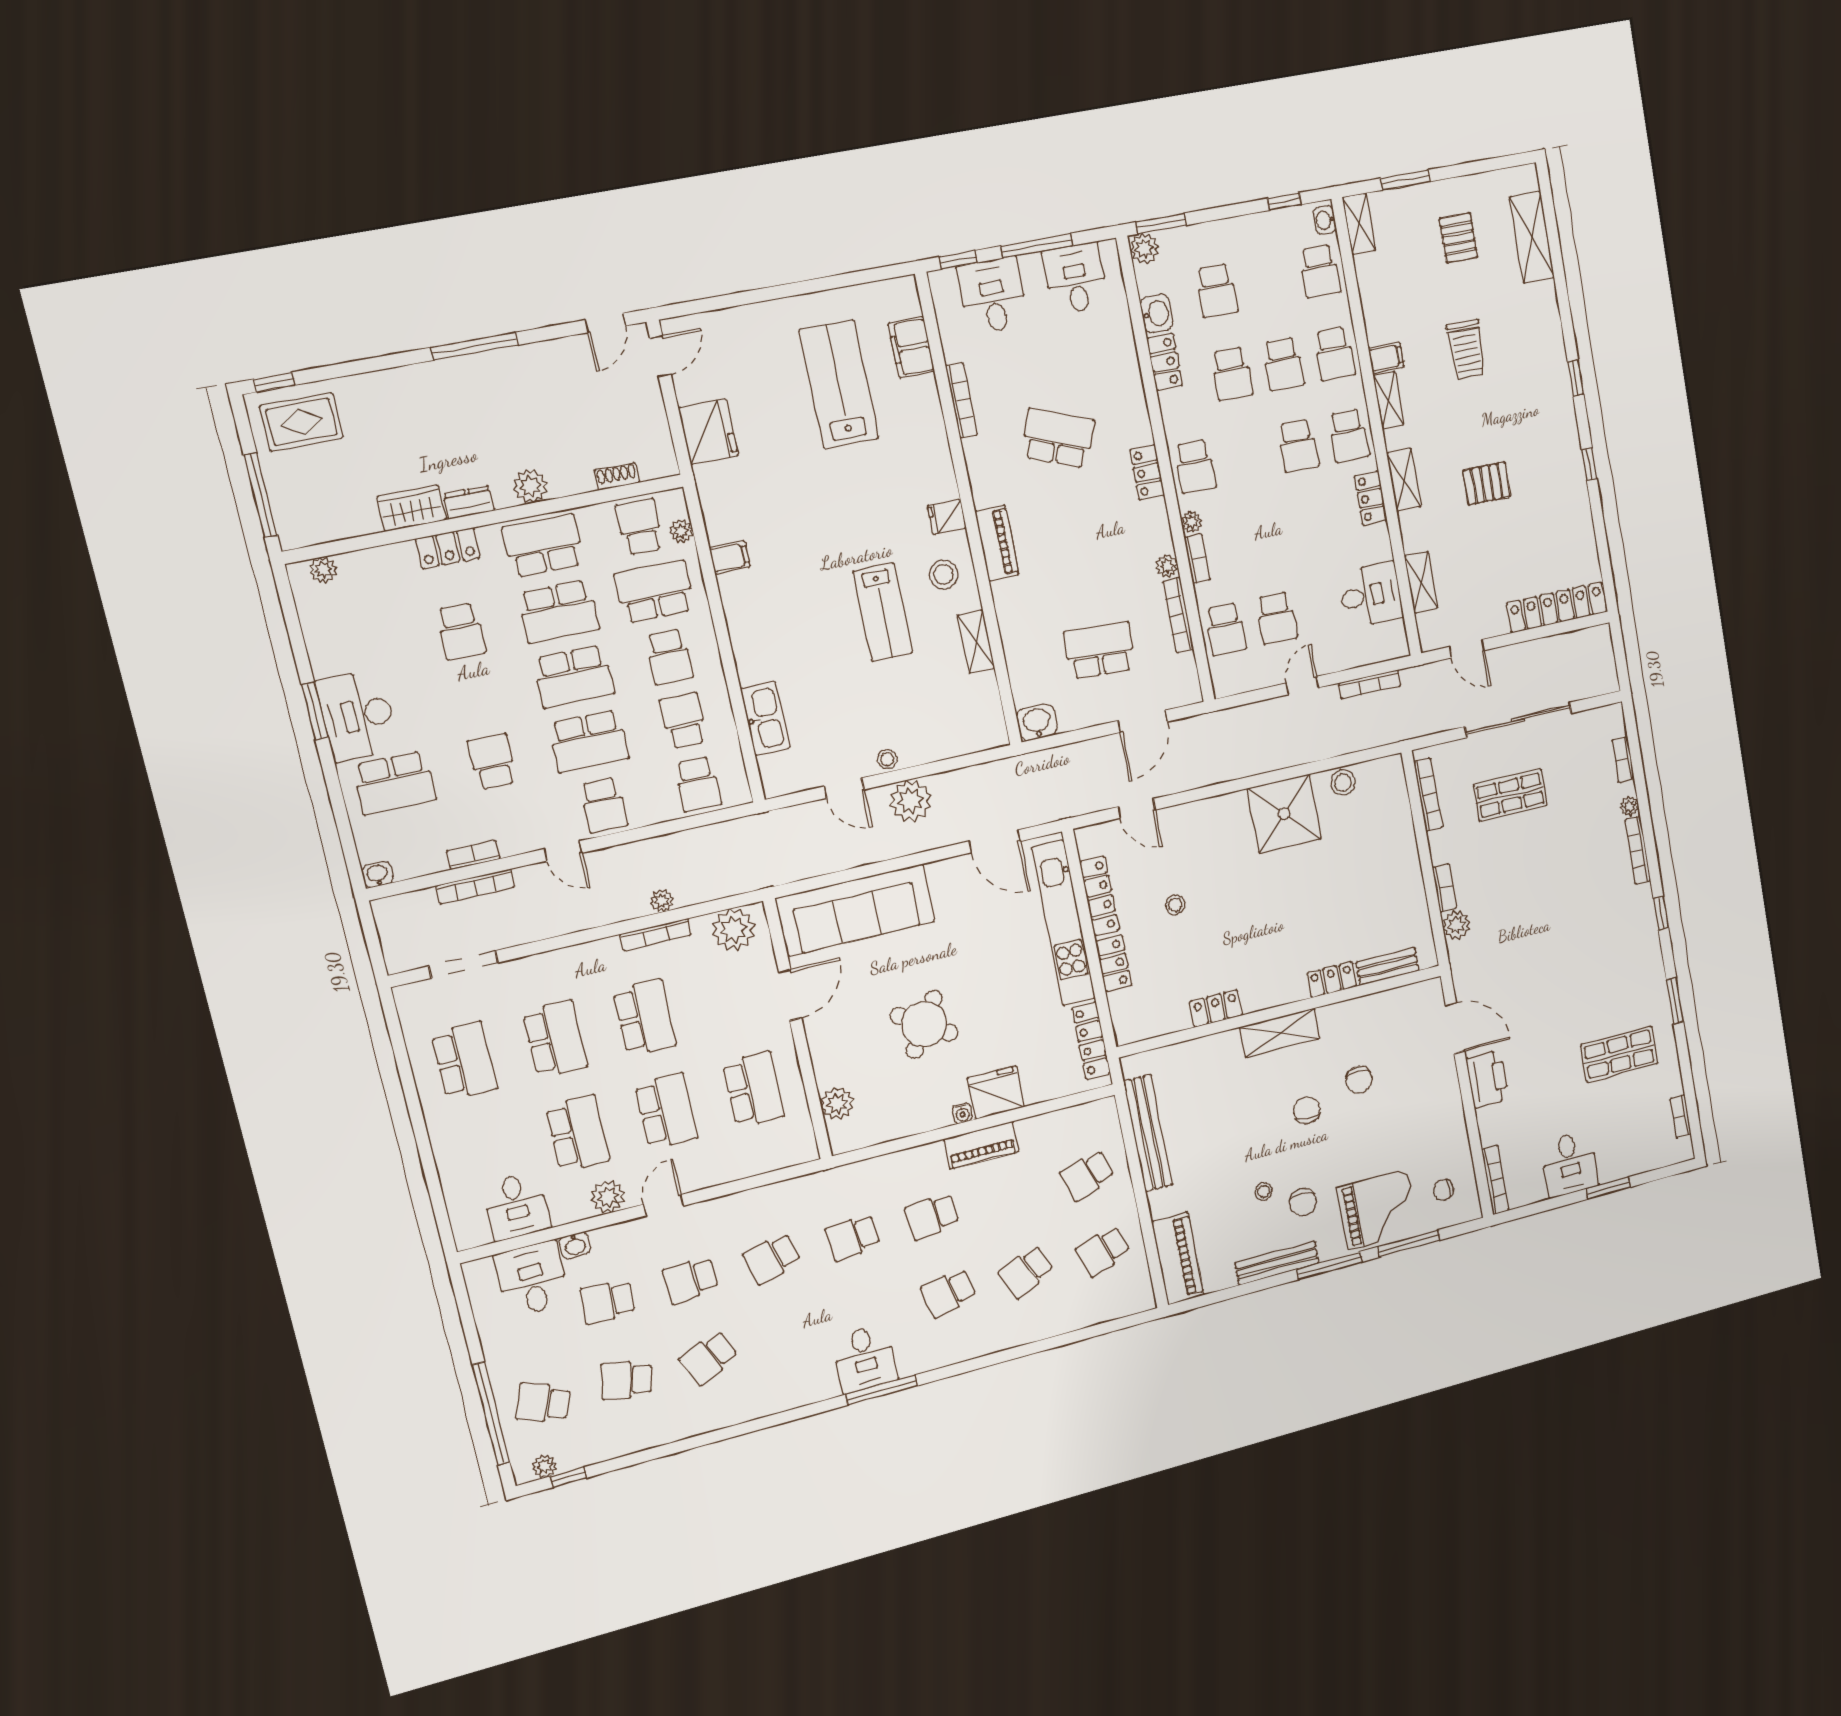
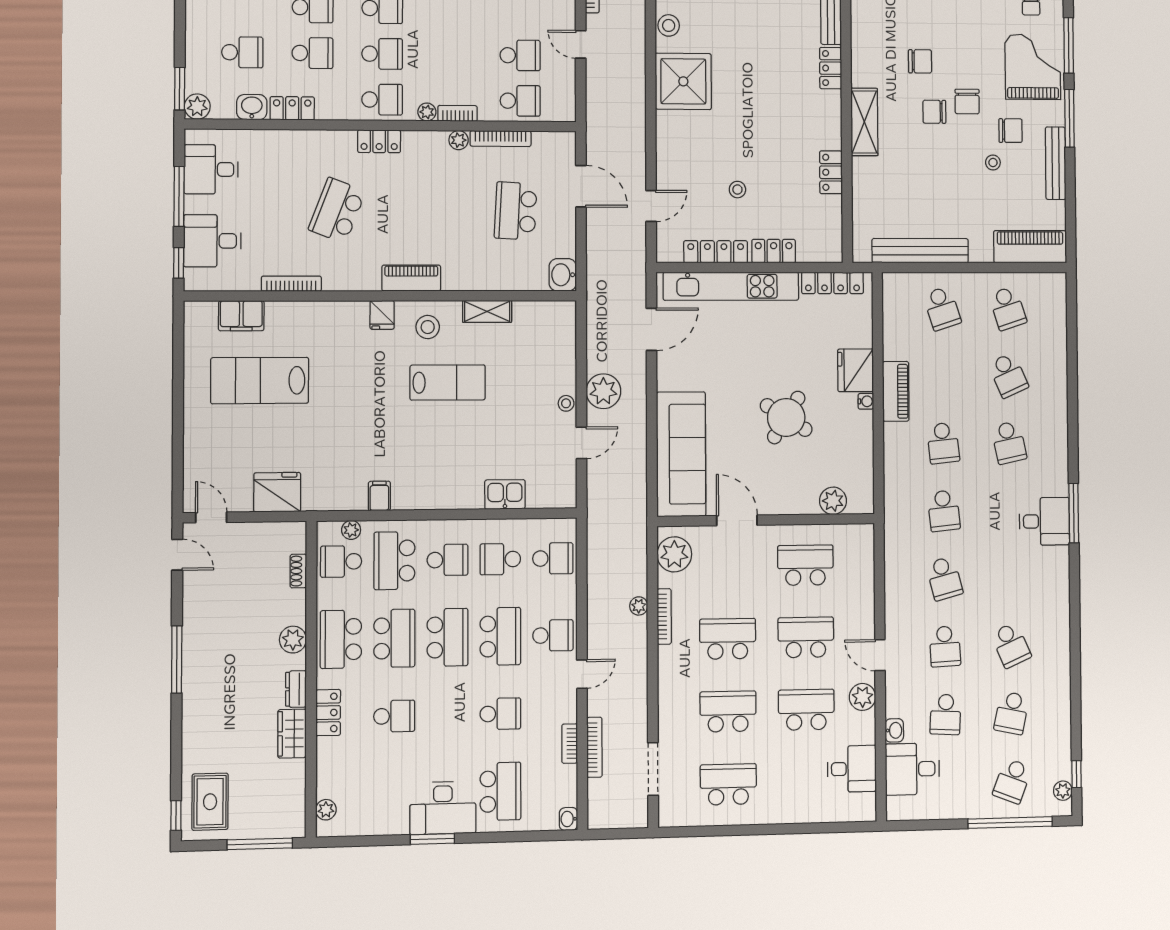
school desk: (1247, 456) -> (382, 54), added
kitchen sink: (765, 719) -> (505, 494), width x0.73
school desk: (492, 762) -> (500, 714), turned 180
chair: (1325, 1145) -> (967, 102), added

